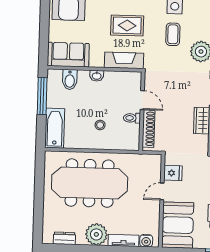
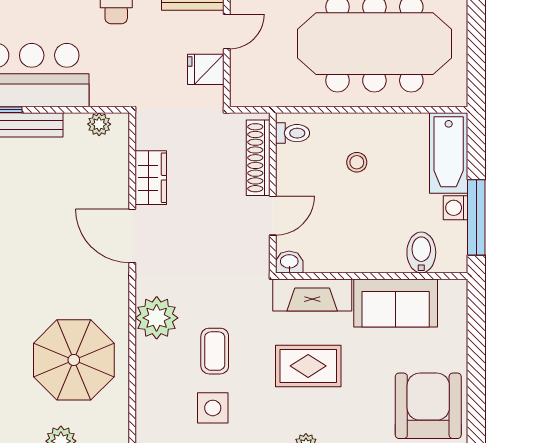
sofa: (68, 55) -> (396, 303), moved
washbasin: (97, 76) -> (289, 262), moved
door: (142, 100) -> (273, 216), swing flipped
washing machine: (52, 101) -> (456, 208), added
toilet: (132, 118) -> (293, 133), moved

